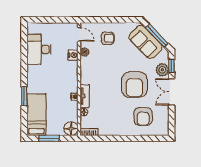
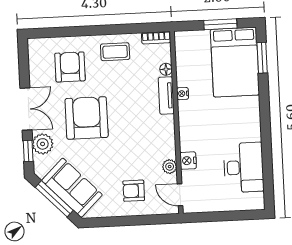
window: (24, 96) -> (262, 58), moved
bed: (36, 115) -> (235, 62), width x1.50
coffee table: (115, 125) -> (115, 52), added
floor lamp: (71, 129) -> (186, 42), removed

